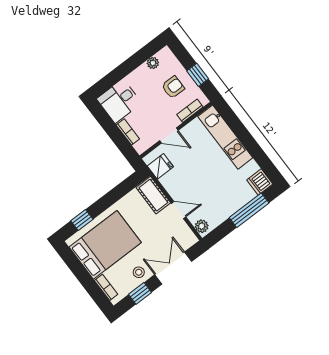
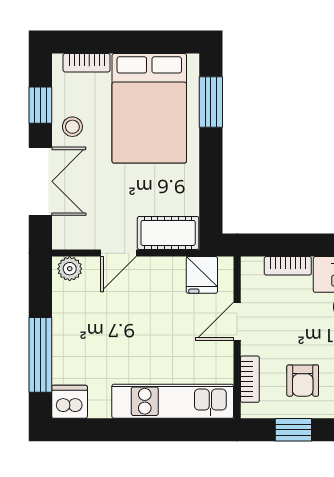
window: (82, 220) -> (211, 102), width x1.50

